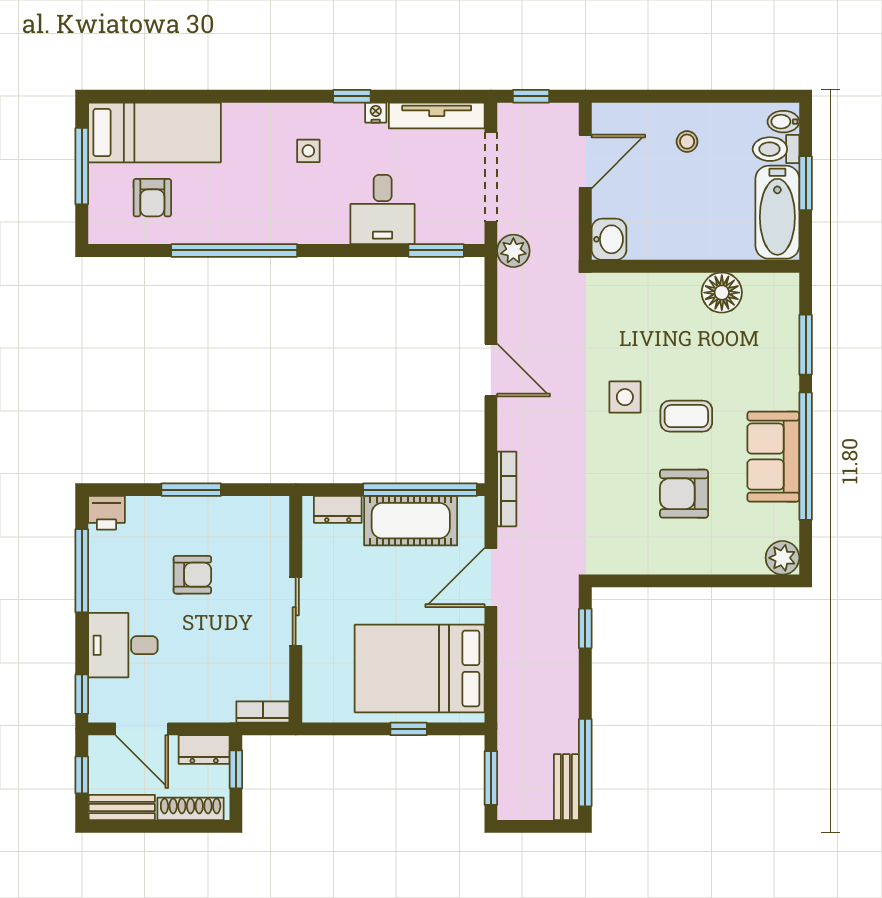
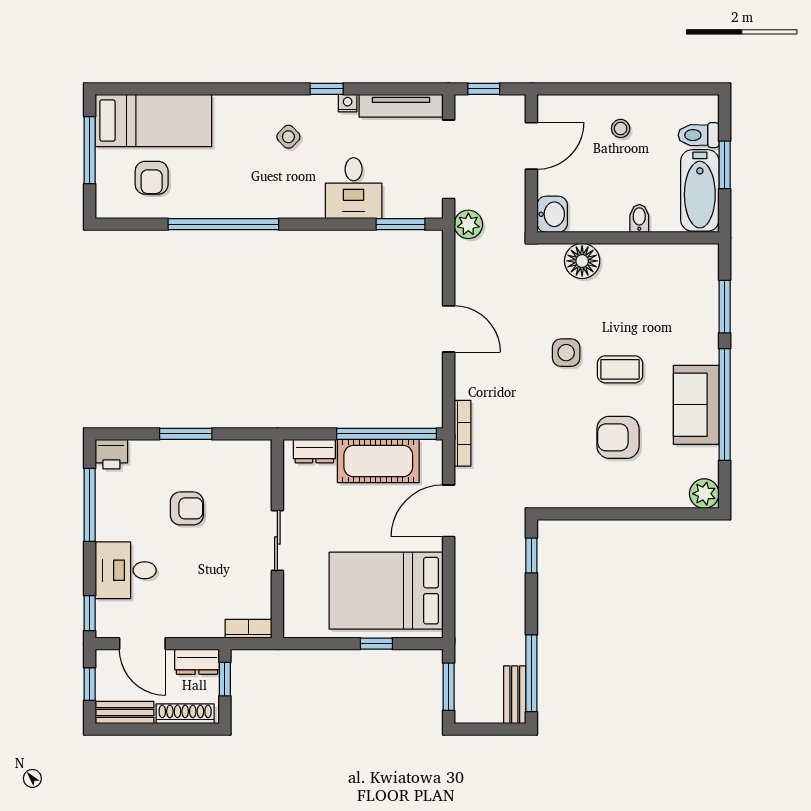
bidet: (783, 122) -> (639, 218), moved, turned 90
side table: (308, 151) -> (288, 137), turned 45
floor lamp: (722, 293) -> (582, 261), moved

